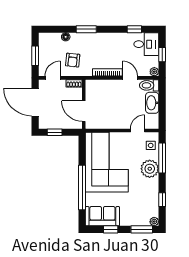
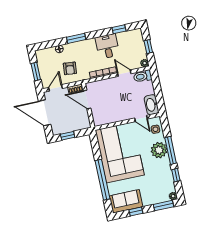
desk: (146, 44) -> (107, 46), moved, turned -90
washbasin: (152, 103) -> (152, 105), moved
door: (84, 111) -> (87, 100), moved
door: (138, 130) -> (141, 118), swing flipped
window: (162, 158) -> (171, 150), moved

